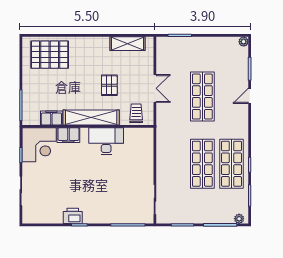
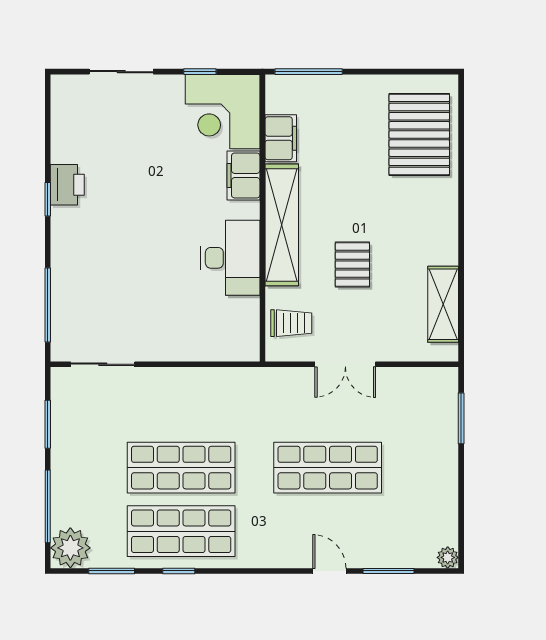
pallet: (109, 85) -> (352, 265), turned 90
plant: (239, 219) -> (70, 548), width x1.88, depth x1.88

